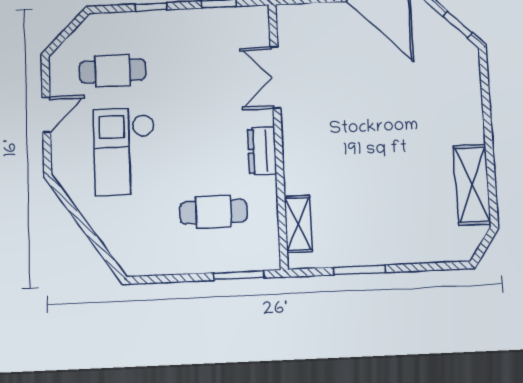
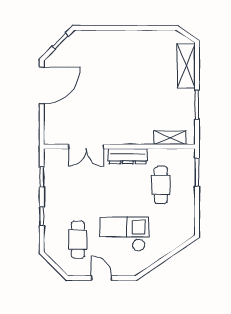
checkout: (125, 151) -> (124, 234), turned 180
dresser: (262, 151) -> (128, 156), width x1.44
shelving: (472, 185) -> (186, 66), moved, turned 90

